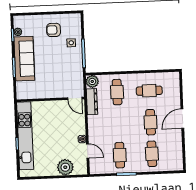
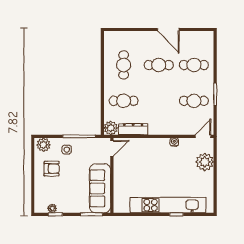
plant: (75, 22) -> (43, 145), added
armchair: (54, 30) -> (52, 169), turned -90
sofa: (24, 59) -> (100, 188), moved, turned -90
door: (75, 98) -> (112, 148), moved
wall: (50, 99) -> (112, 175), moved
door: (182, 119) -> (168, 30), moved
door: (88, 151) -> (203, 136), moved

